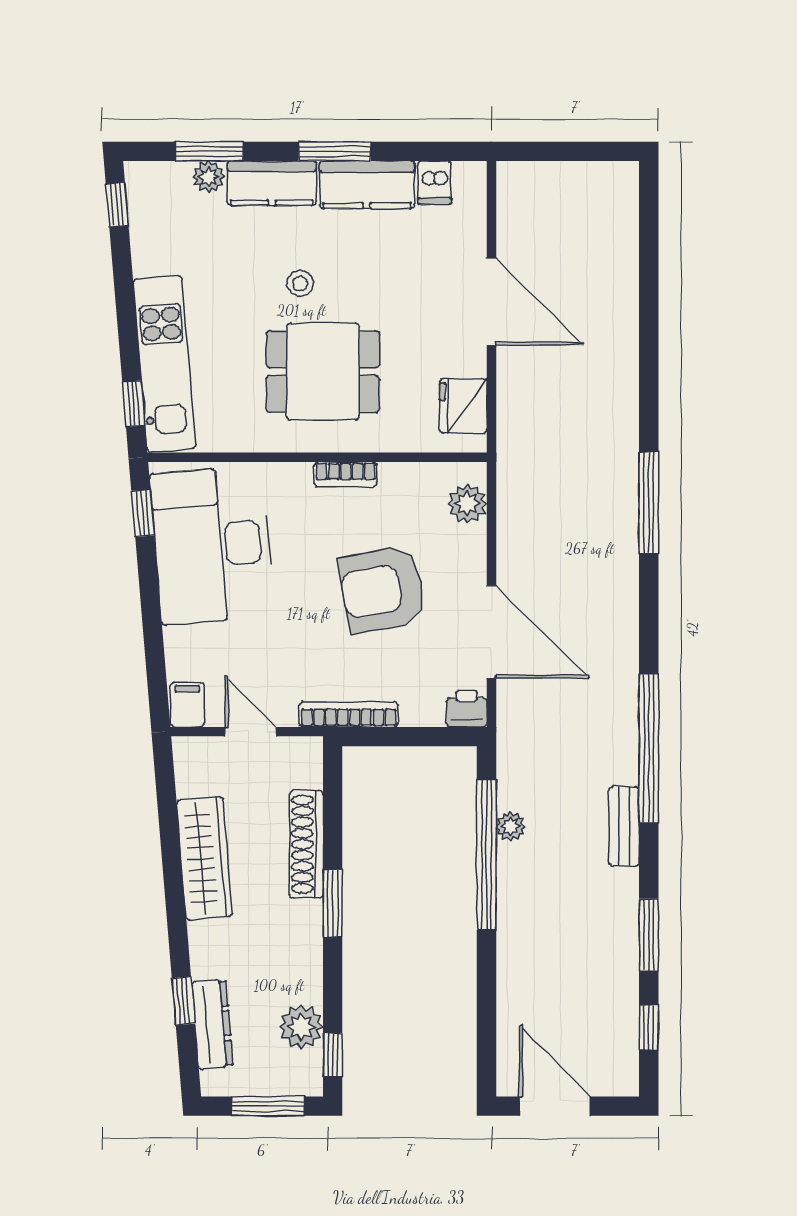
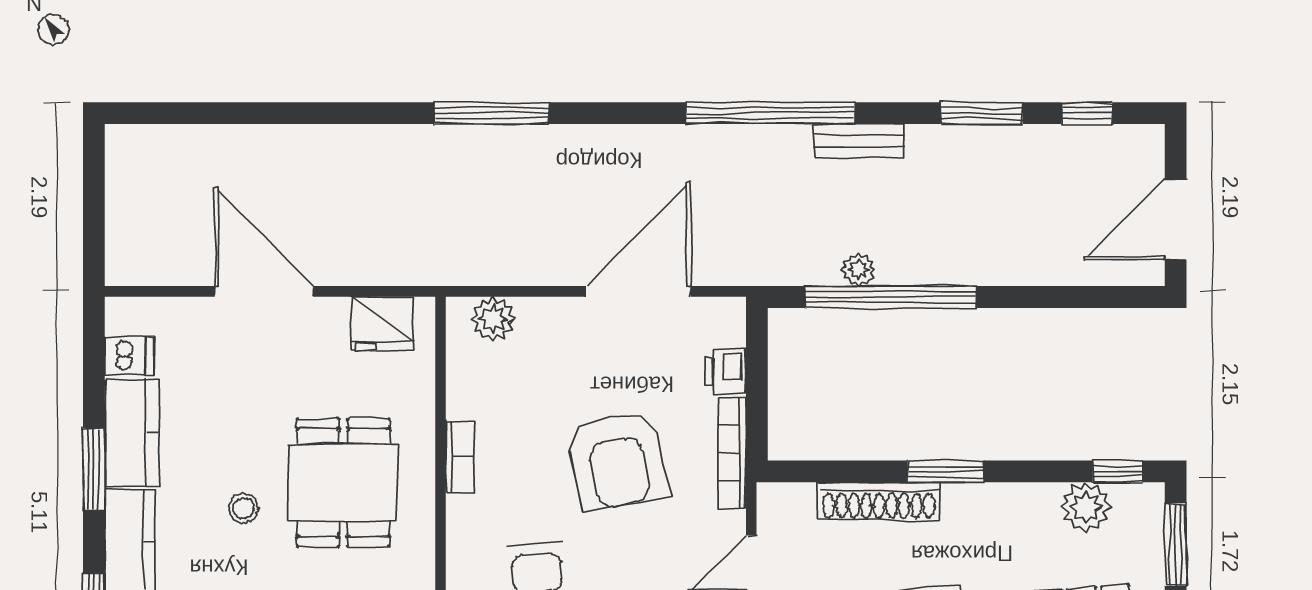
door: (491, 302) -> (264, 291), hinge flipped
armchair: (382, 589) -> (617, 460), moved
printer: (467, 709) -> (725, 371), moved

